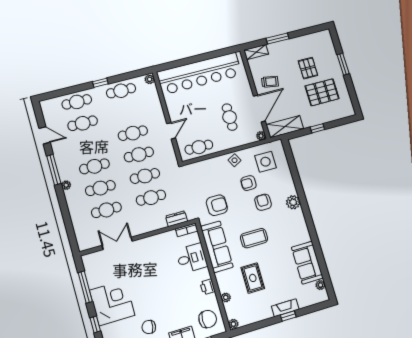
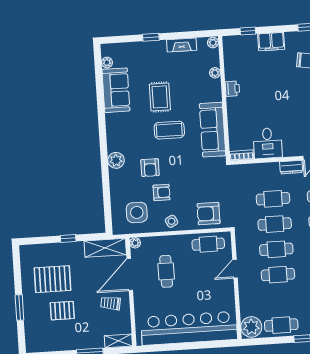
pallet: (308, 68) -> (62, 311), turned 90
plant: (150, 79) -> (251, 327), width x1.88, depth x1.88
armchair: (217, 205) -> (209, 214), moved
dresser: (177, 219) -> (291, 167), moved
desk: (192, 258) -> (268, 143), moved, turned -90
rug: (253, 278) -> (160, 97), moved
fireplace: (285, 308) -> (182, 45), moved
chair: (208, 319) -> (240, 54), removed

